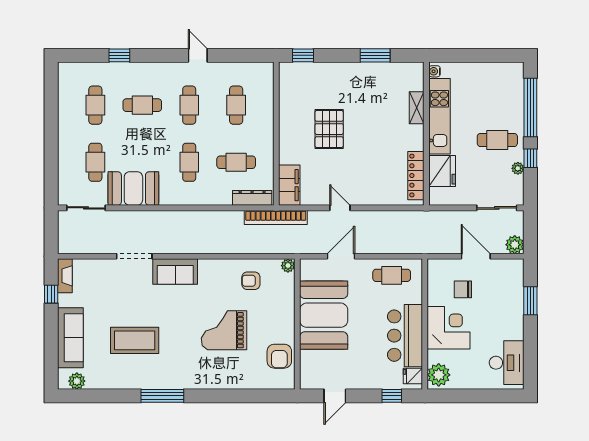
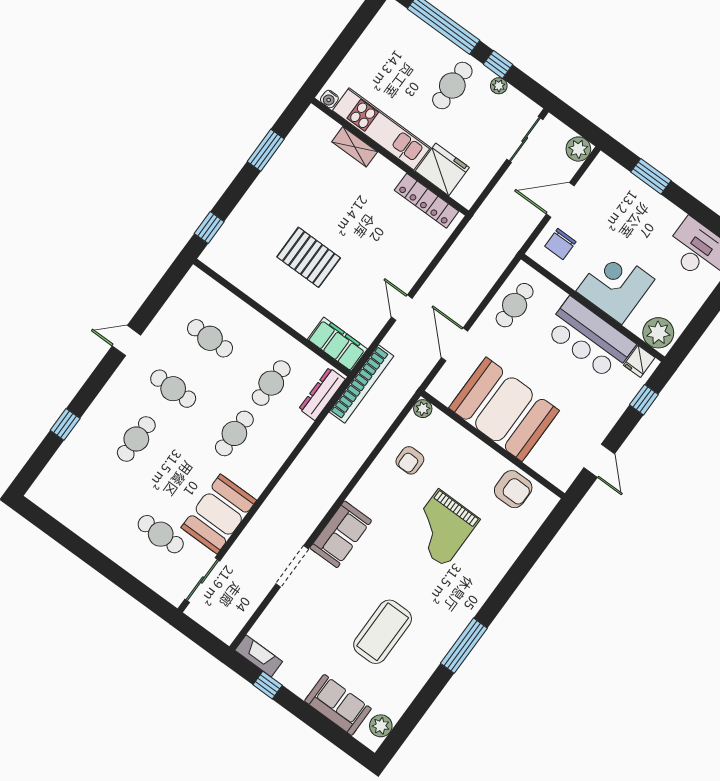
cafe table: (95, 105) -> (99, 489), removed
cafe table: (189, 162) -> (234, 433), turned 90
door: (340, 208) -> (402, 308), hinge flipped
chair: (463, 289) -> (560, 244), moved
sofa: (70, 338) -> (338, 705), width x0.73

